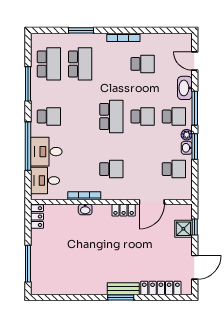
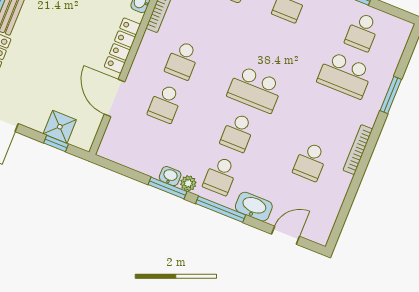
school desk: (49, 64) -> (362, 32), width x0.54
school desk: (174, 169) -> (165, 103), moved
locker: (124, 210) -> (122, 46), width x1.53

